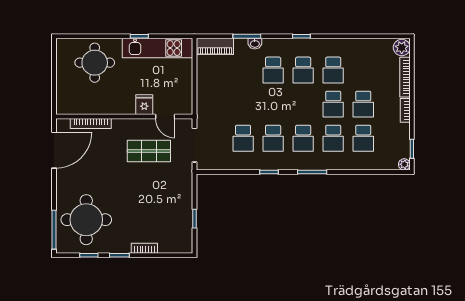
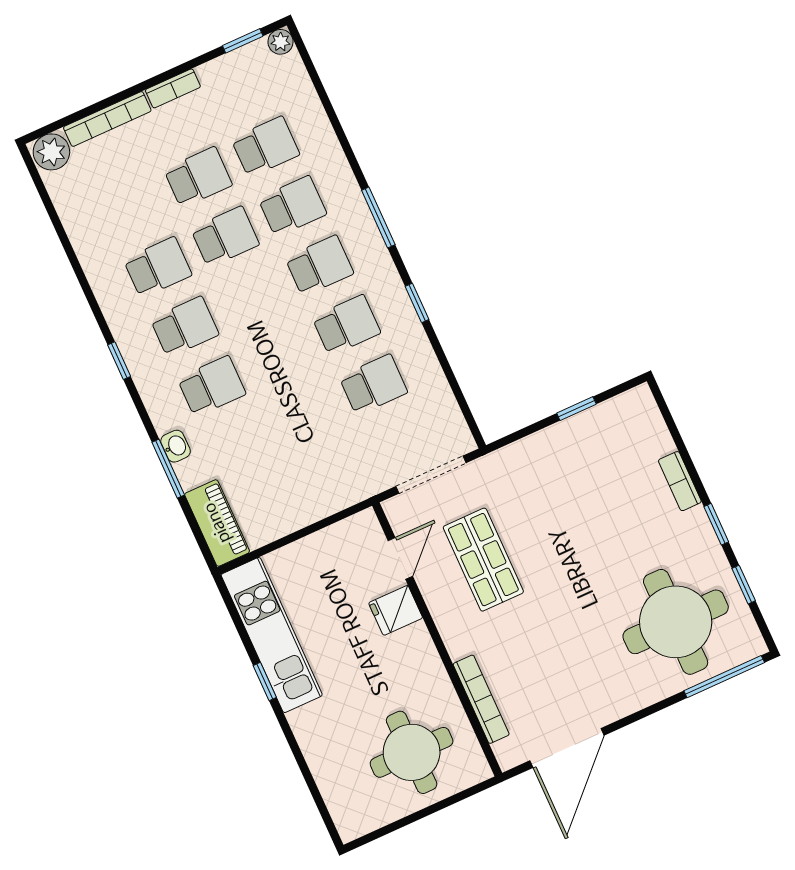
round table: (95, 63) -> (412, 752), moved
door: (54, 150) -> (567, 748), swing flipped

